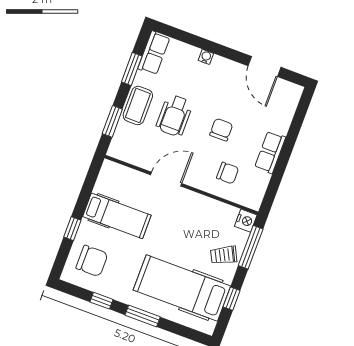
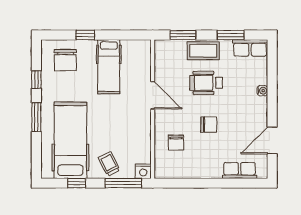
row of seats: (270, 152) -> (240, 170), moved

